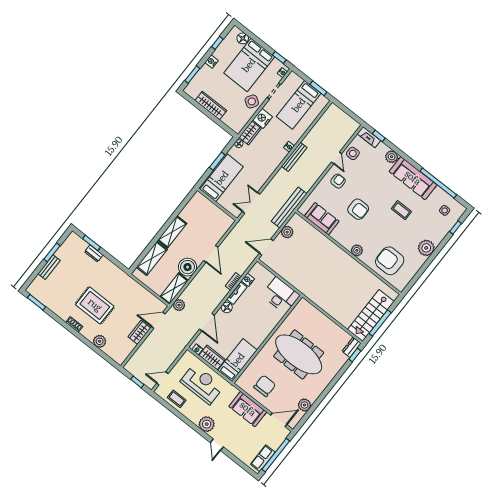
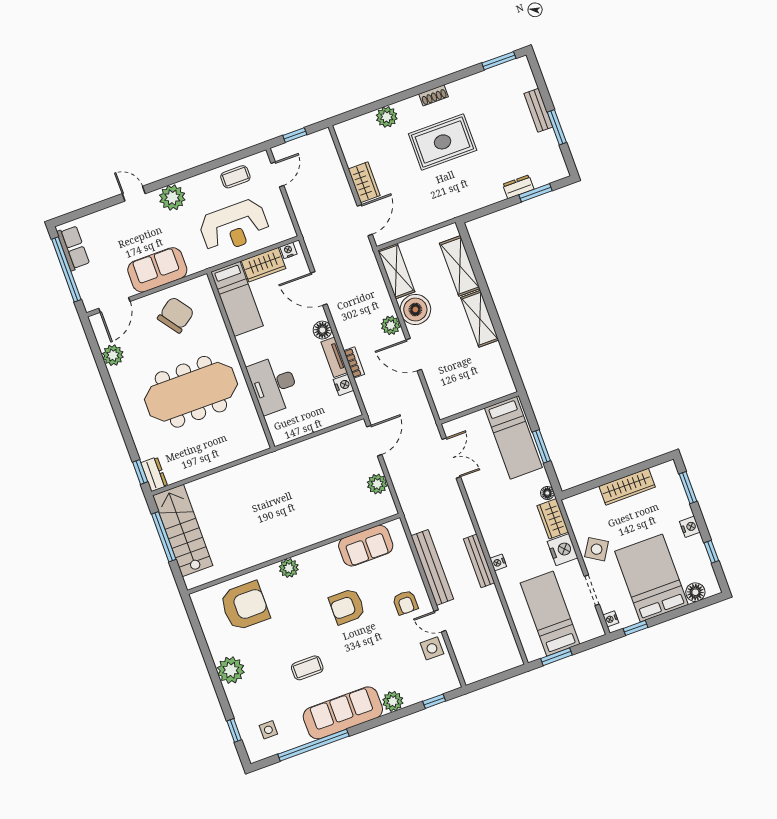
fireplace: (369, 137) -> (441, 686), removed
bench: (289, 207) -> (432, 567), moved
desk: (281, 295) -> (274, 385), moved, turned 90
plant: (179, 305) -> (391, 325), moved
chair: (265, 386) -> (176, 315), turned -126

